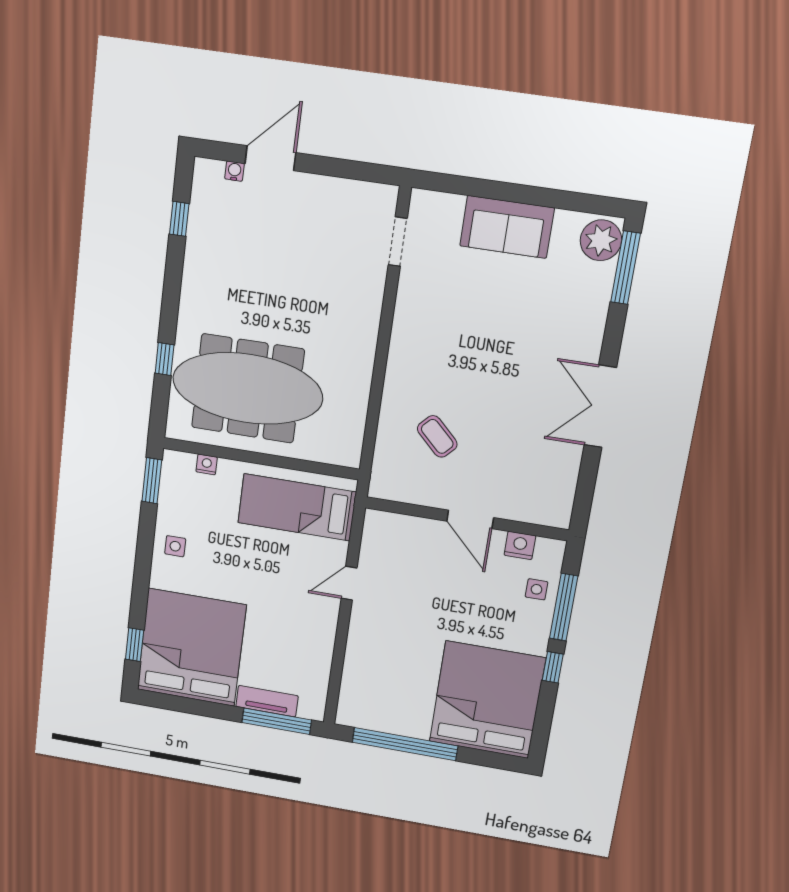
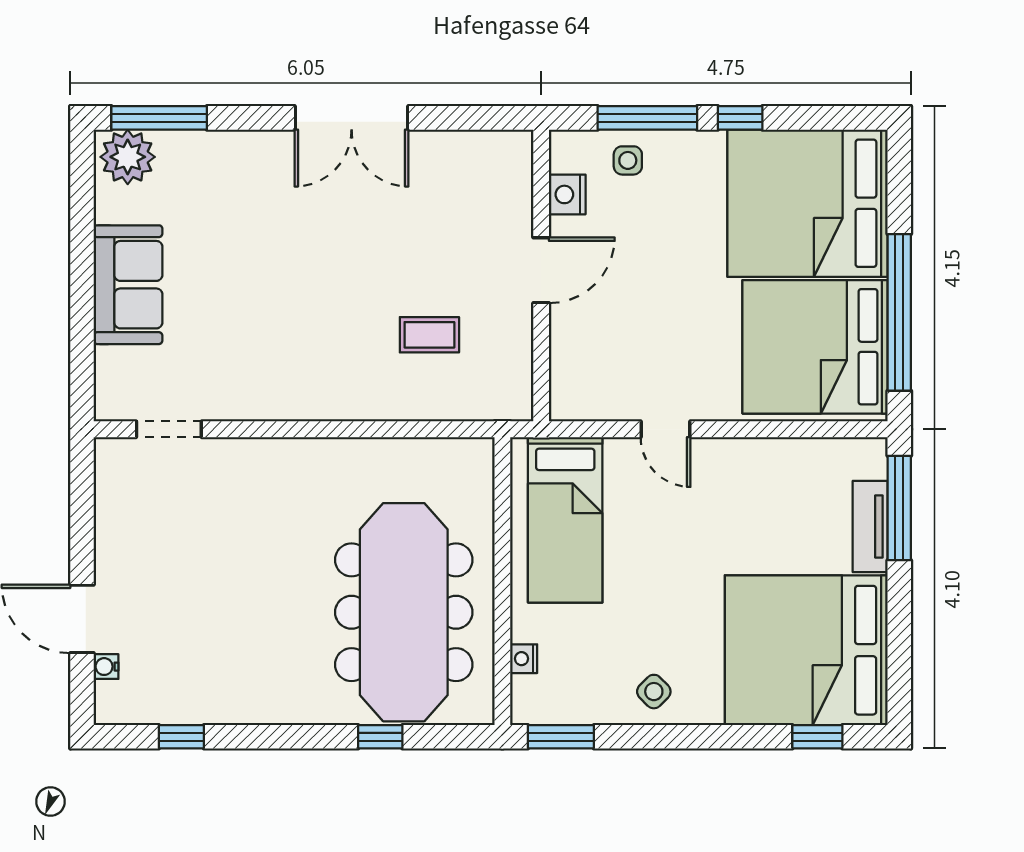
coffee table: (437, 436) -> (429, 335), turned 46
side table: (175, 546) -> (654, 692), turned 45
bed: (390, 688) -> (815, 347), added

